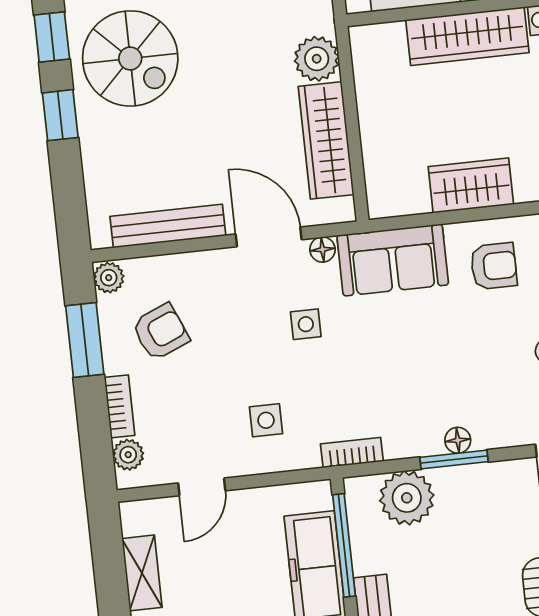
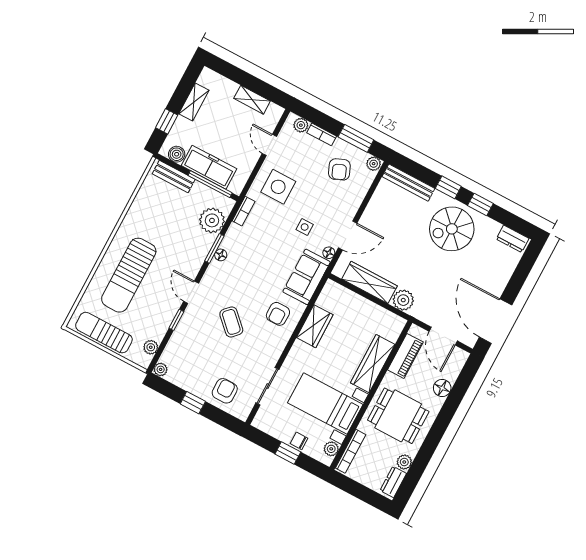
bench: (168, 226) -> (408, 183), moved, turned 90
side table: (266, 420) -> (278, 187), width x1.87, depth x1.87

